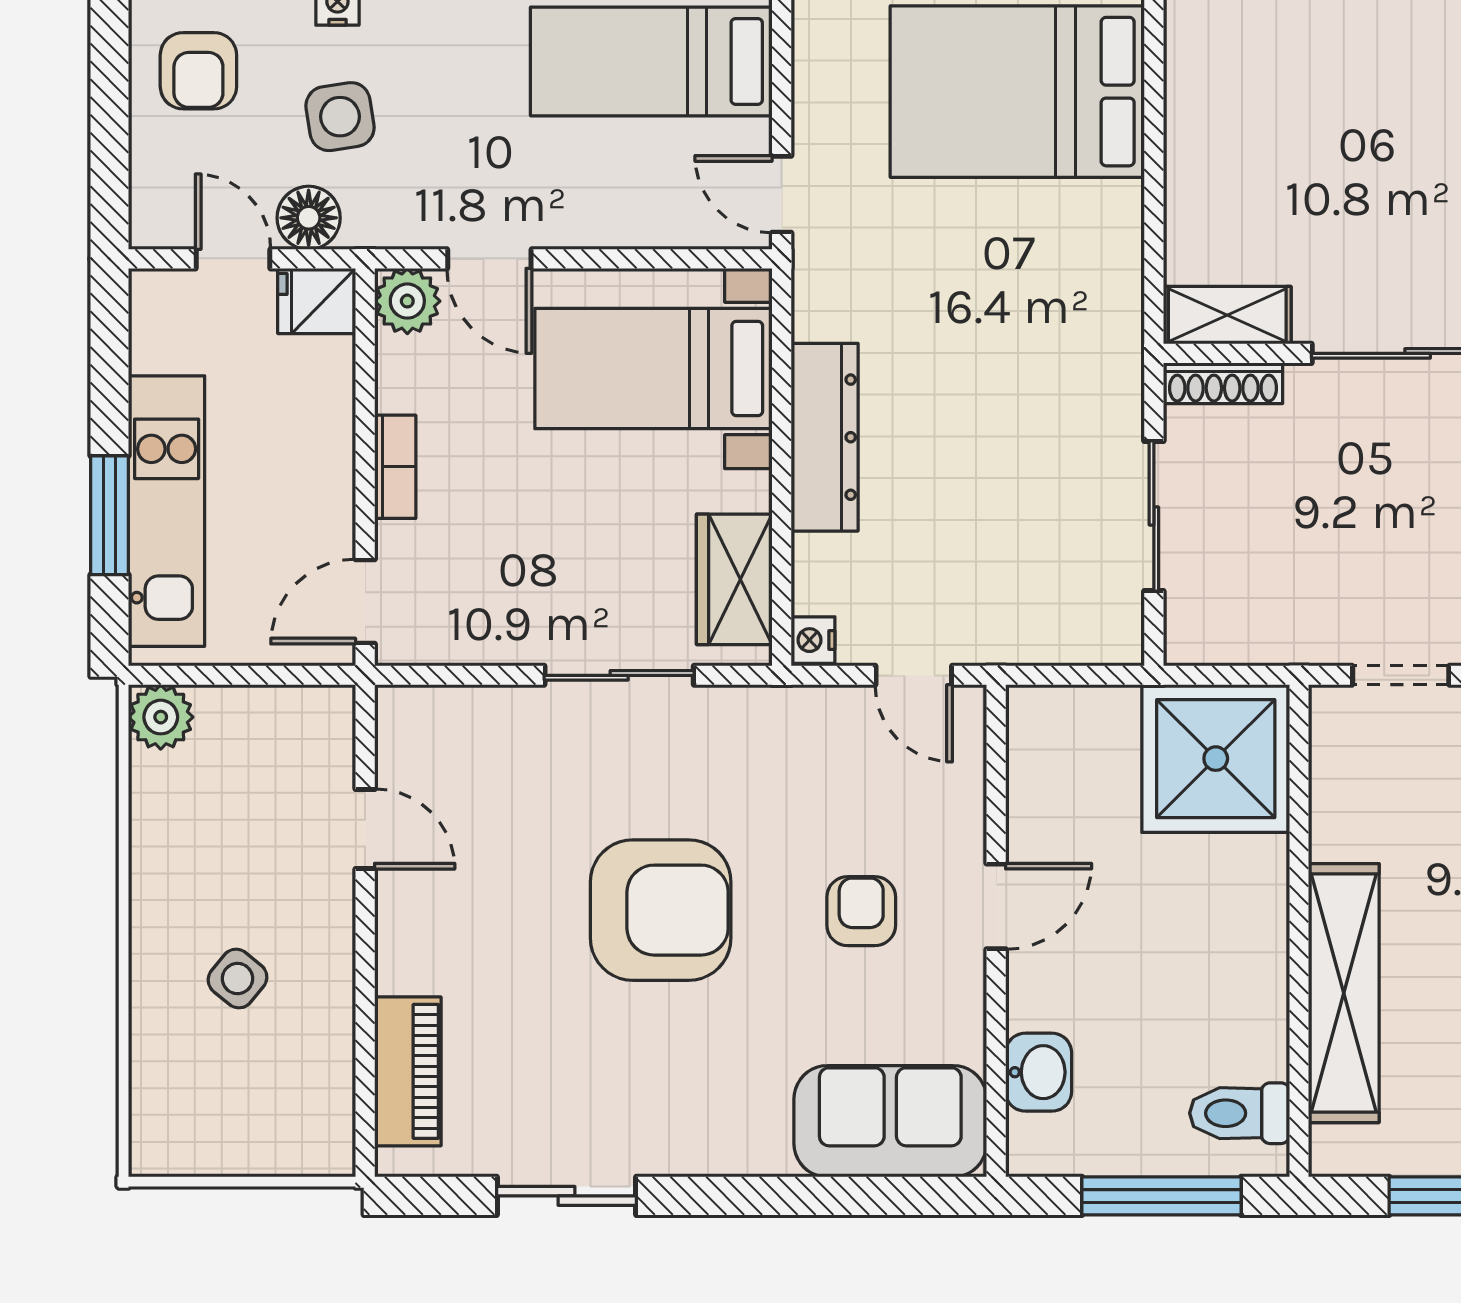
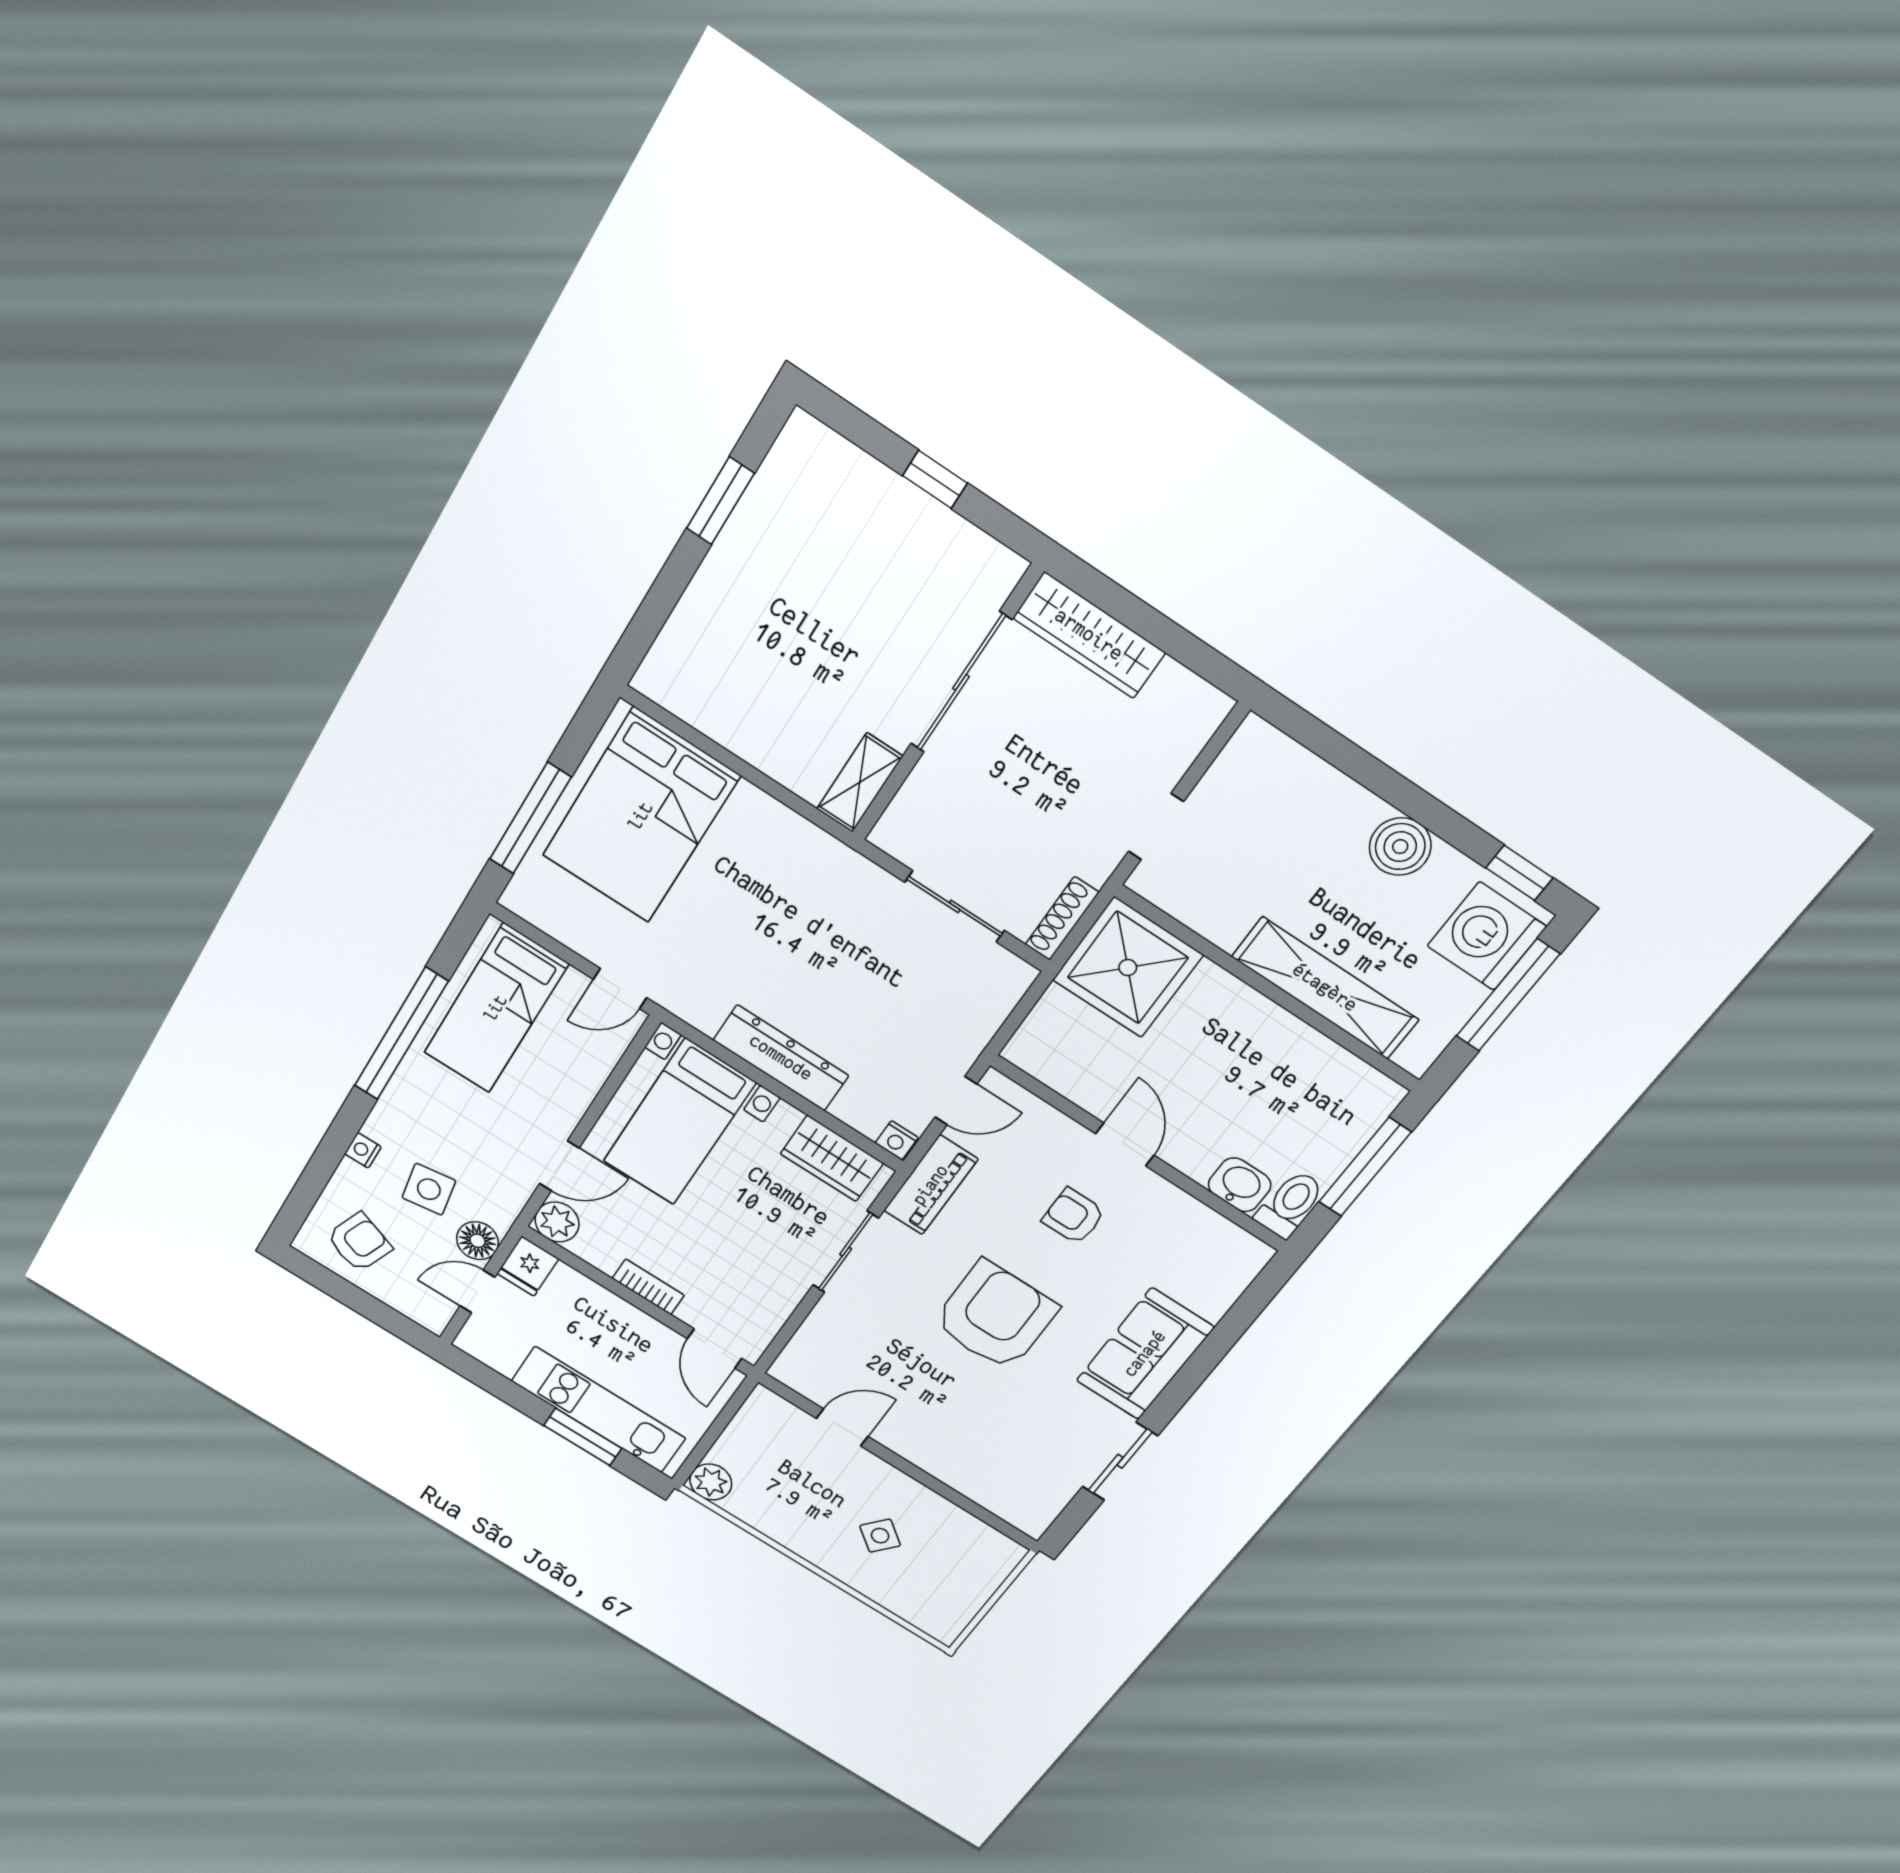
armchair: (198, 71) -> (359, 1242), turned -69
shoe rack: (1223, 383) -> (1062, 918), moved, turned 180
piano: (408, 1071) -> (931, 1185), moved, turned 90
toilet: (1240, 1113) -> (1290, 1204), moved, turned 180
sofa: (890, 1121) -> (1145, 1354), moved

